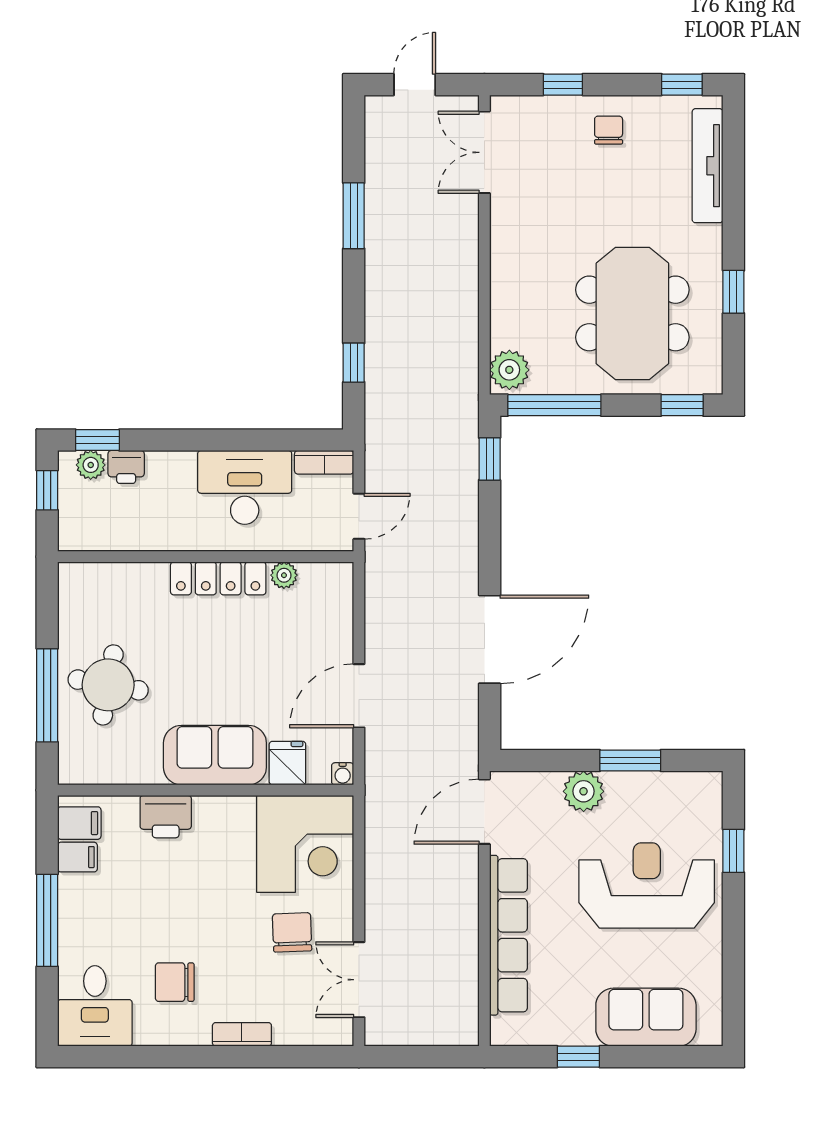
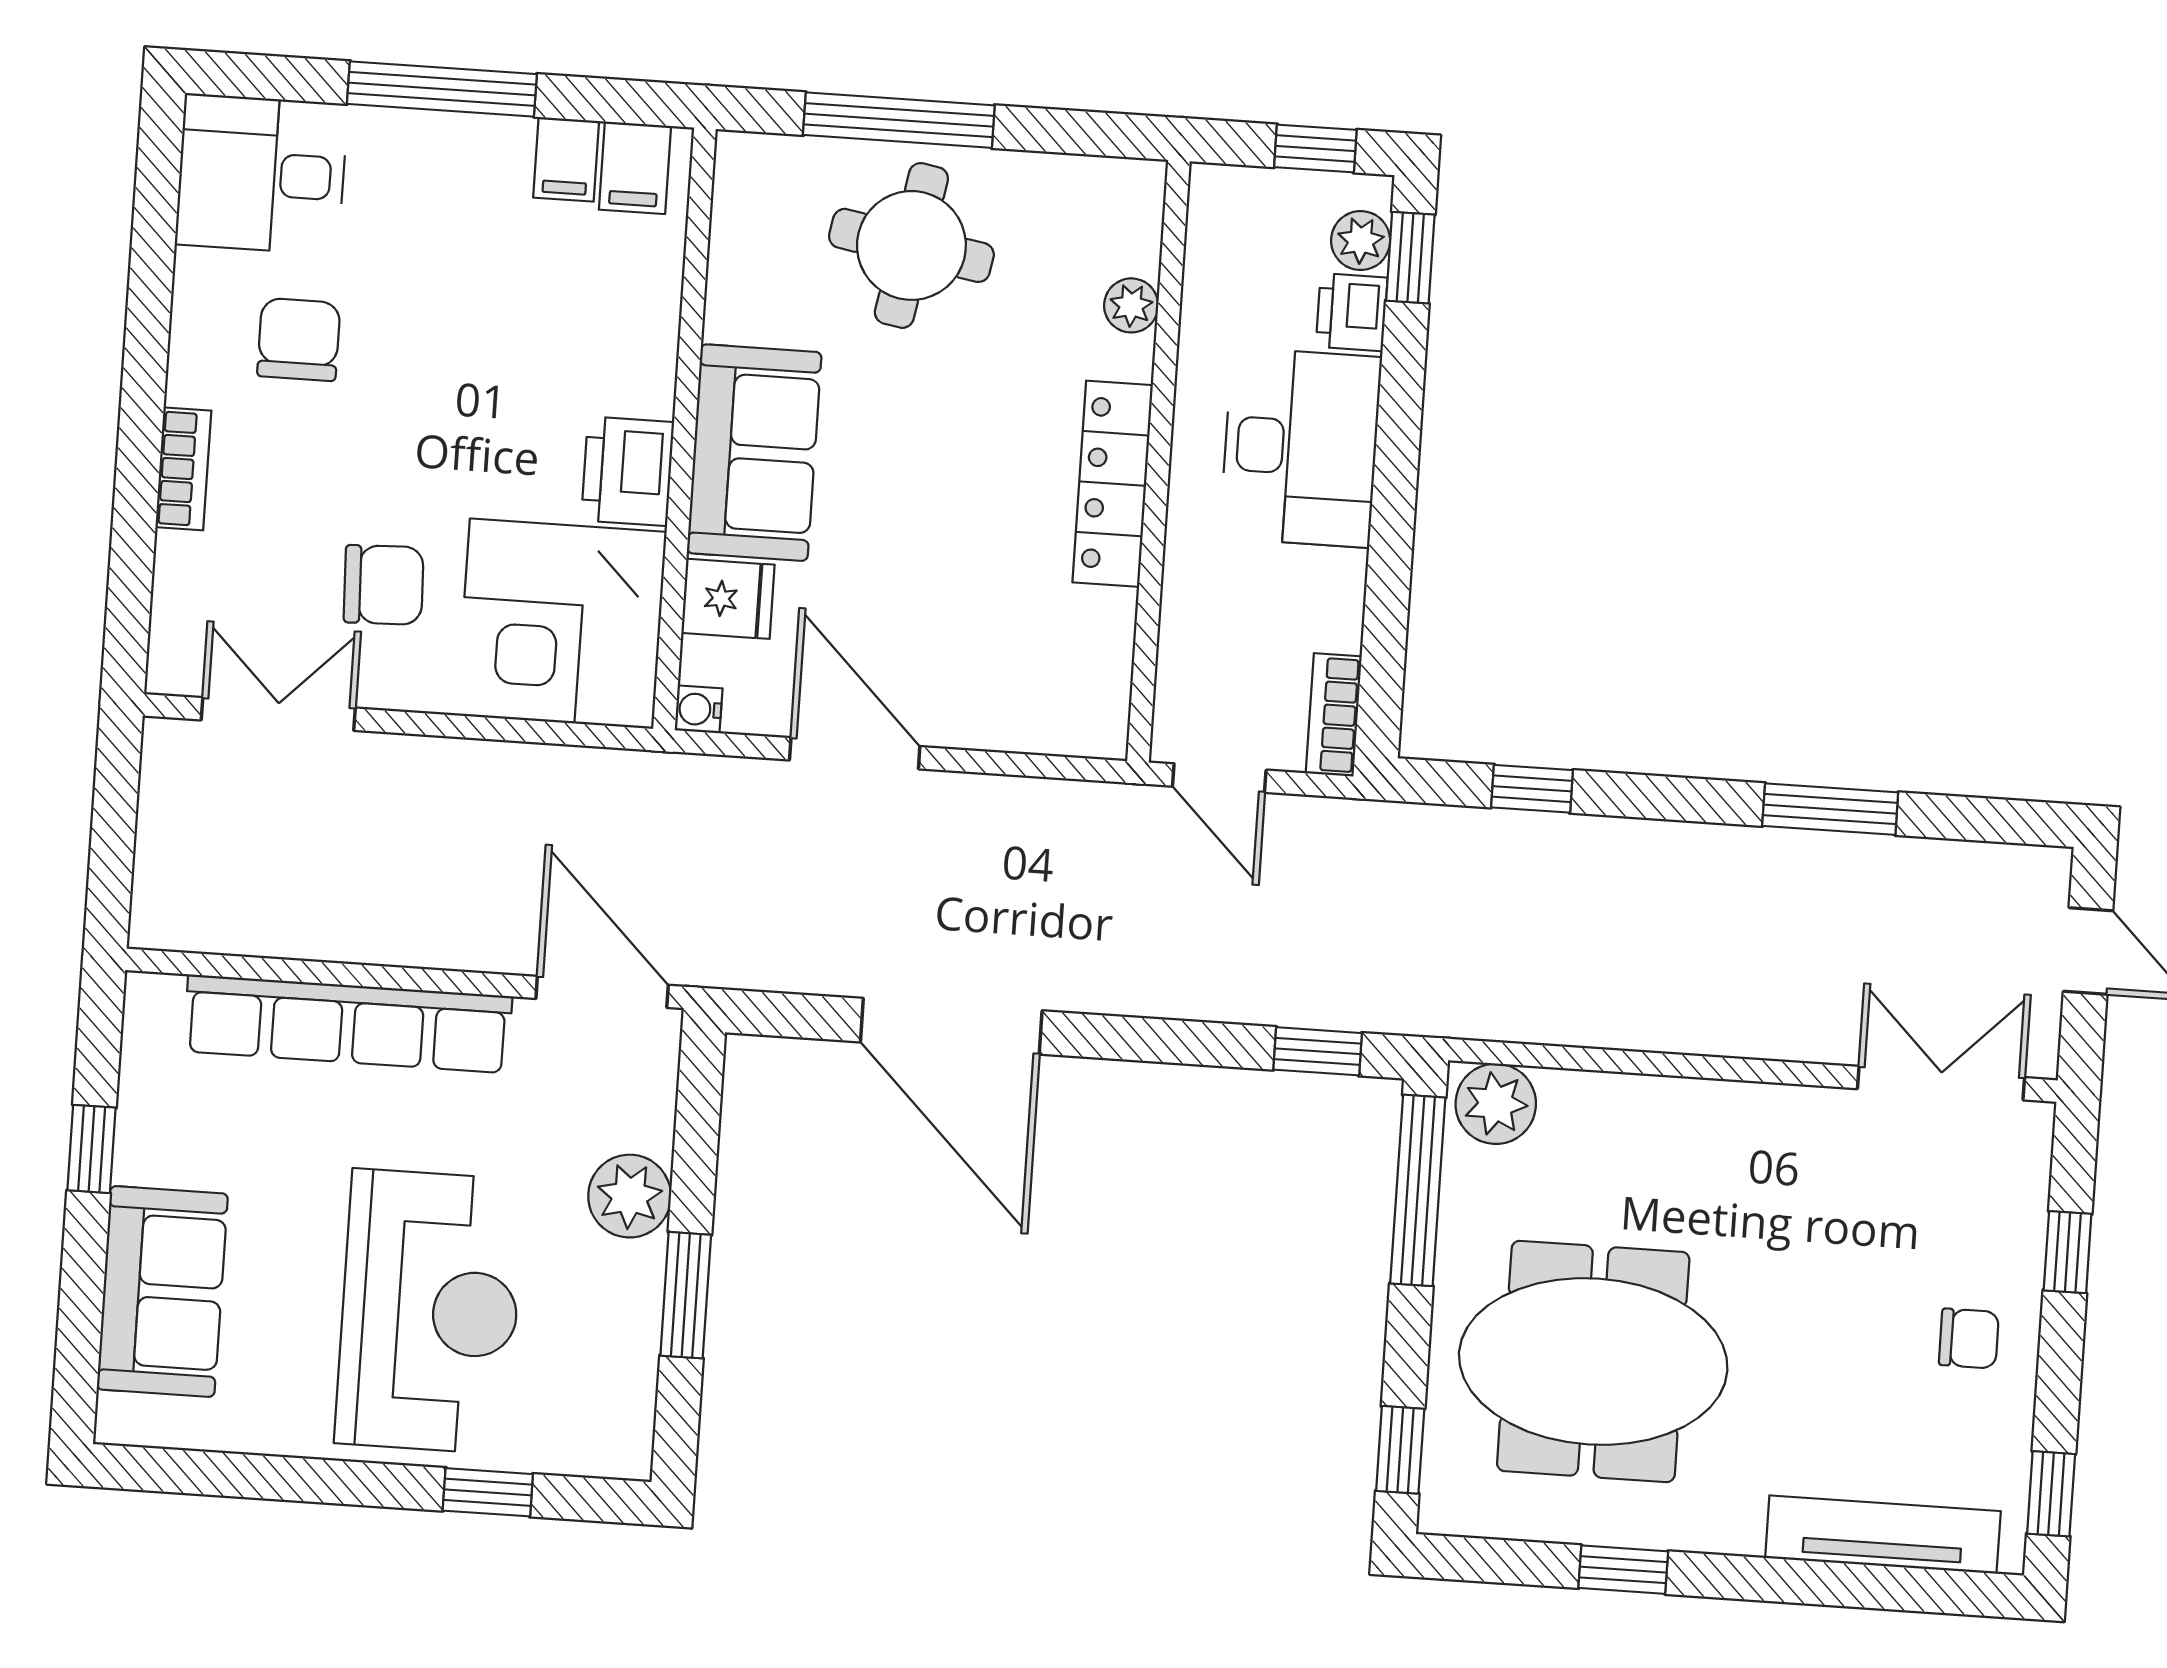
desk: (245, 487) -> (1301, 447), moved
plant: (284, 575) -> (1131, 305), moved
printer: (166, 817) -> (628, 471), moved

